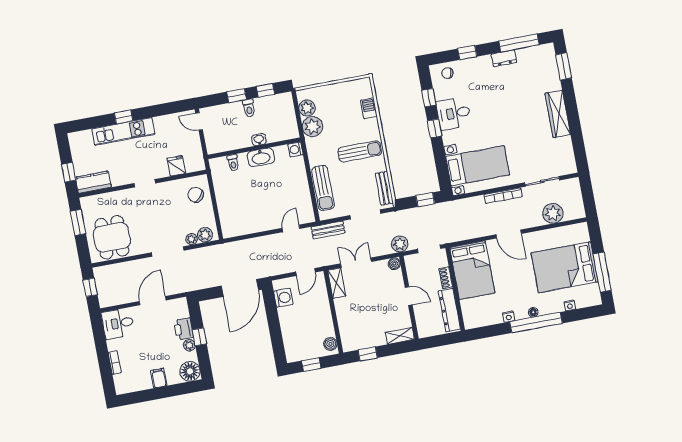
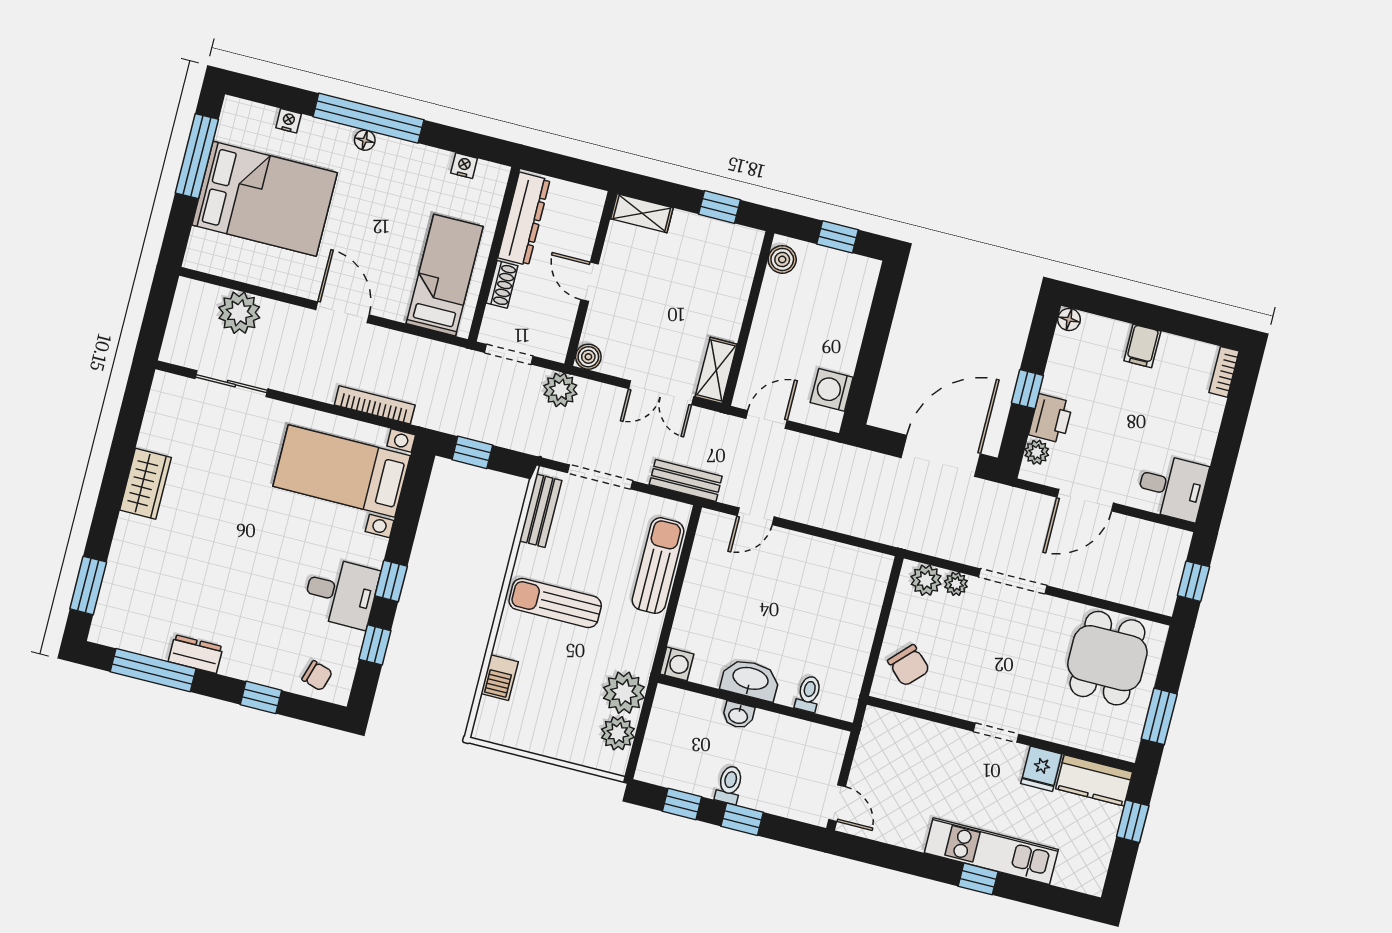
wardrobe: (558, 114) -> (146, 484), width x0.67
fridge: (176, 166) -> (1041, 769), moved
bookcase: (503, 196) -> (375, 405), moved
bed: (472, 270) -> (445, 275), width x0.67
door: (240, 288) -> (941, 456), moved
nightstand: (509, 317) -> (464, 166), moved
plant: (189, 345) -> (1037, 452), moved
bookcase: (115, 363) -> (1224, 372), moved
floor lamp: (190, 371) -> (1069, 319), width x0.53, depth x0.53

